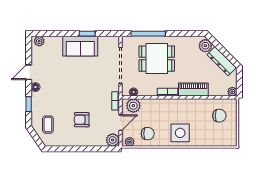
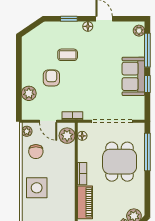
window: (57, 34) -> (147, 50), added
coffee table: (48, 125) -> (68, 55), moved
plant: (113, 140) -> (29, 93), moved

